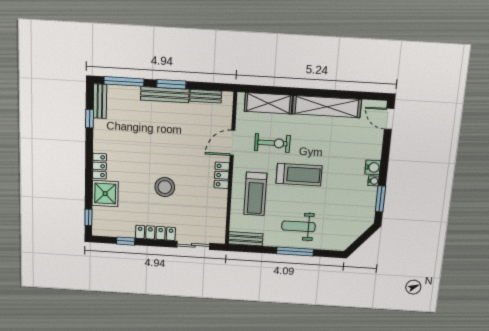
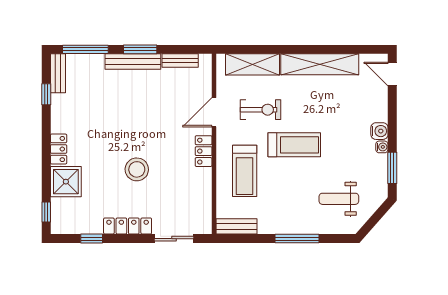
weight bench: (298, 226) -> (339, 199), moved

